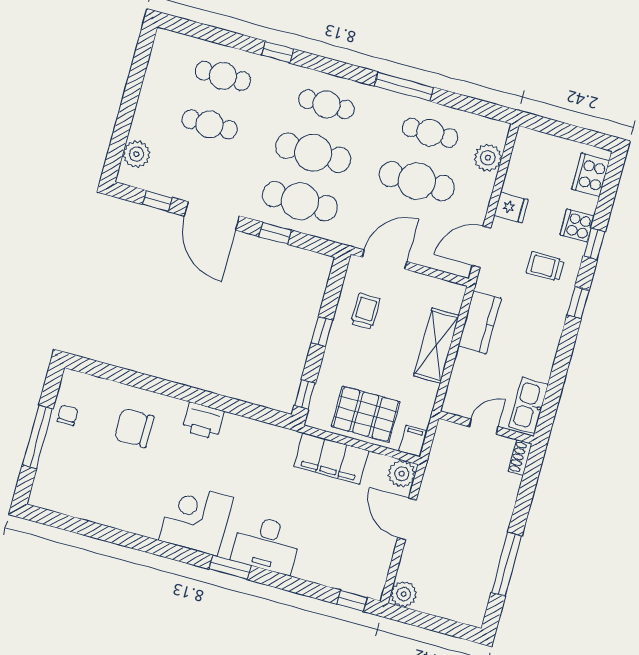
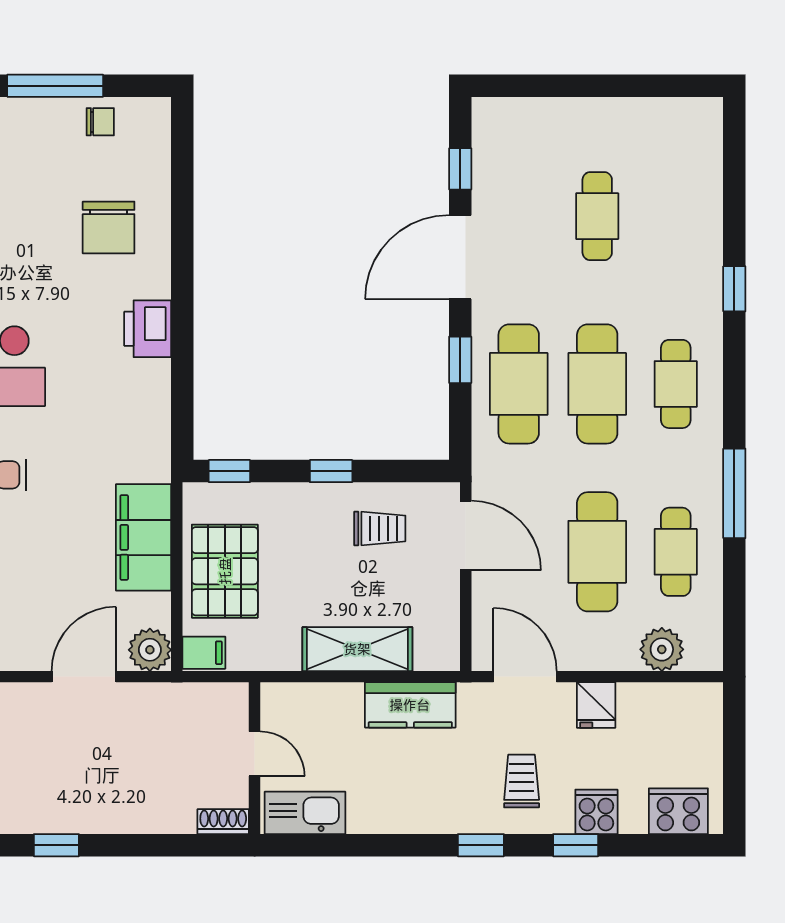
cafe table: (223, 76) -> (676, 216), removed
plant: (137, 154) -> (522, 118), removed
chair: (134, 428) -> (109, 228), turned 180
window: (506, 564) -> (56, 845), width x0.46

